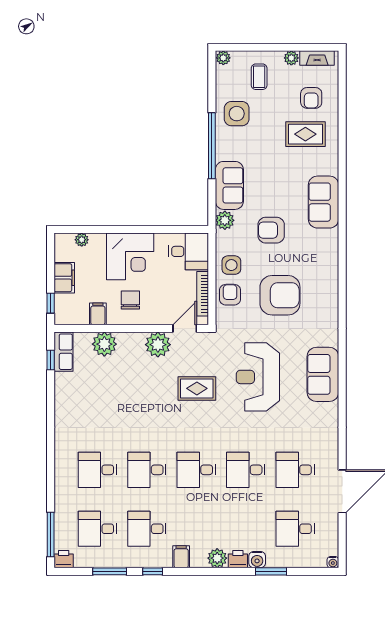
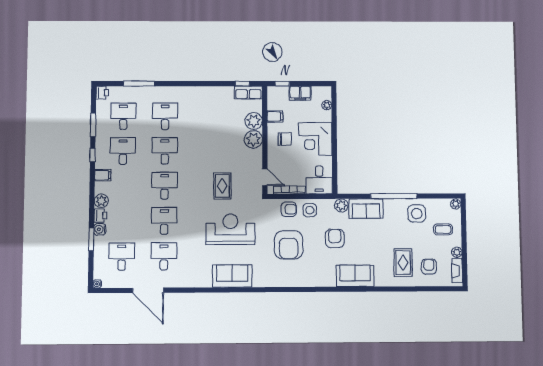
armchair: (311, 98) -> (429, 267), turned 90
plant: (158, 345) -> (253, 139), moved
window: (51, 534) -> (139, 84), moved

